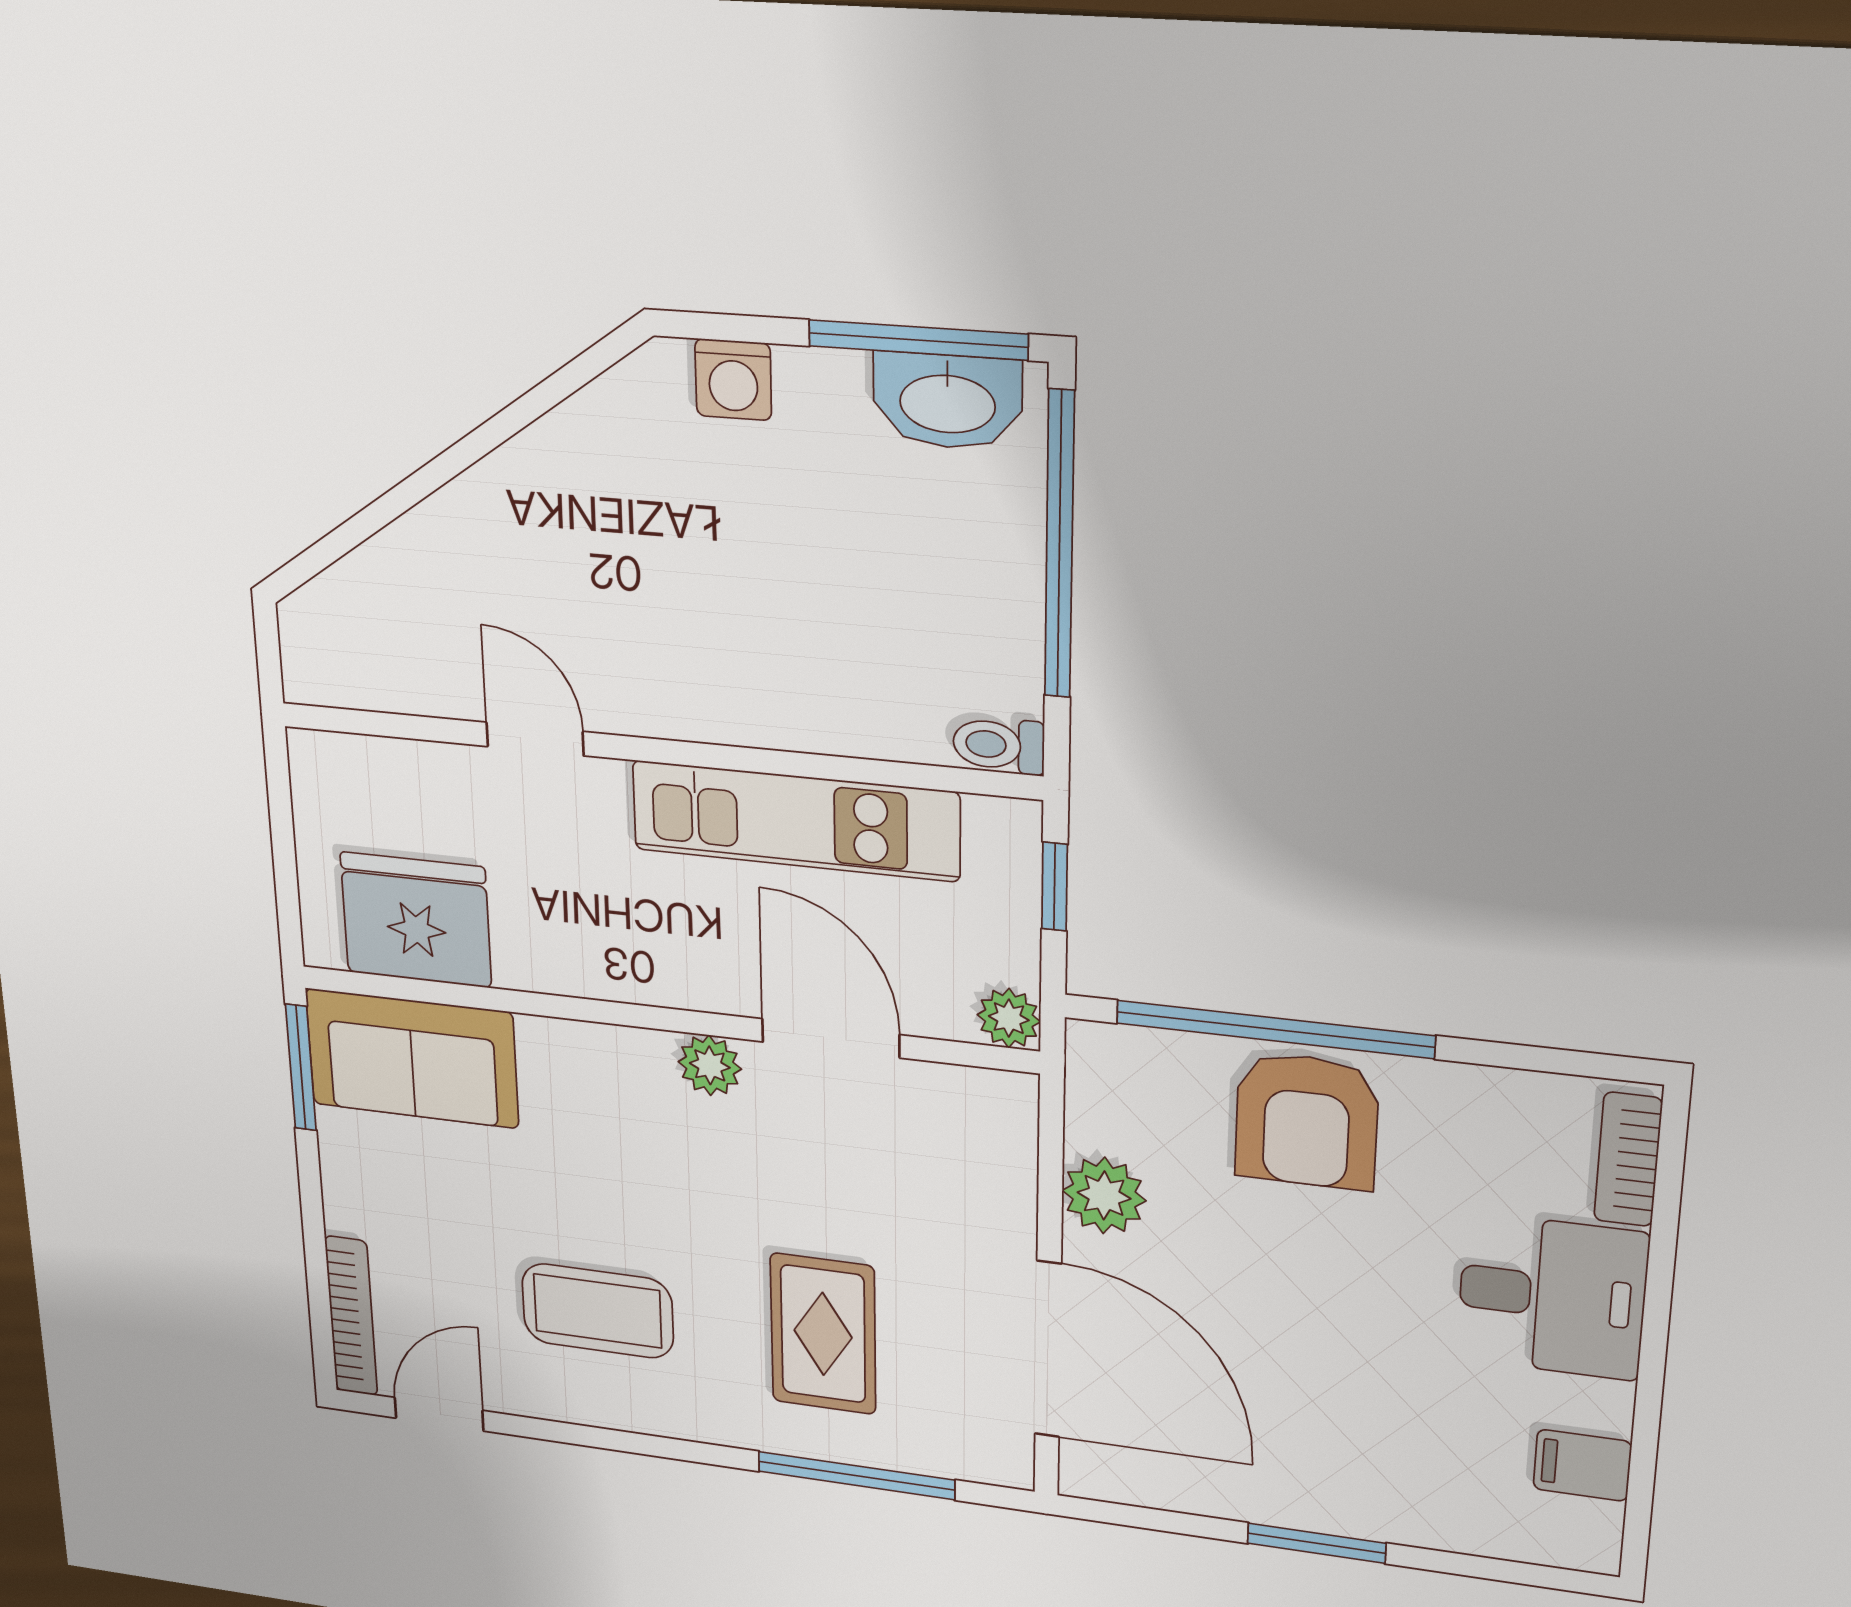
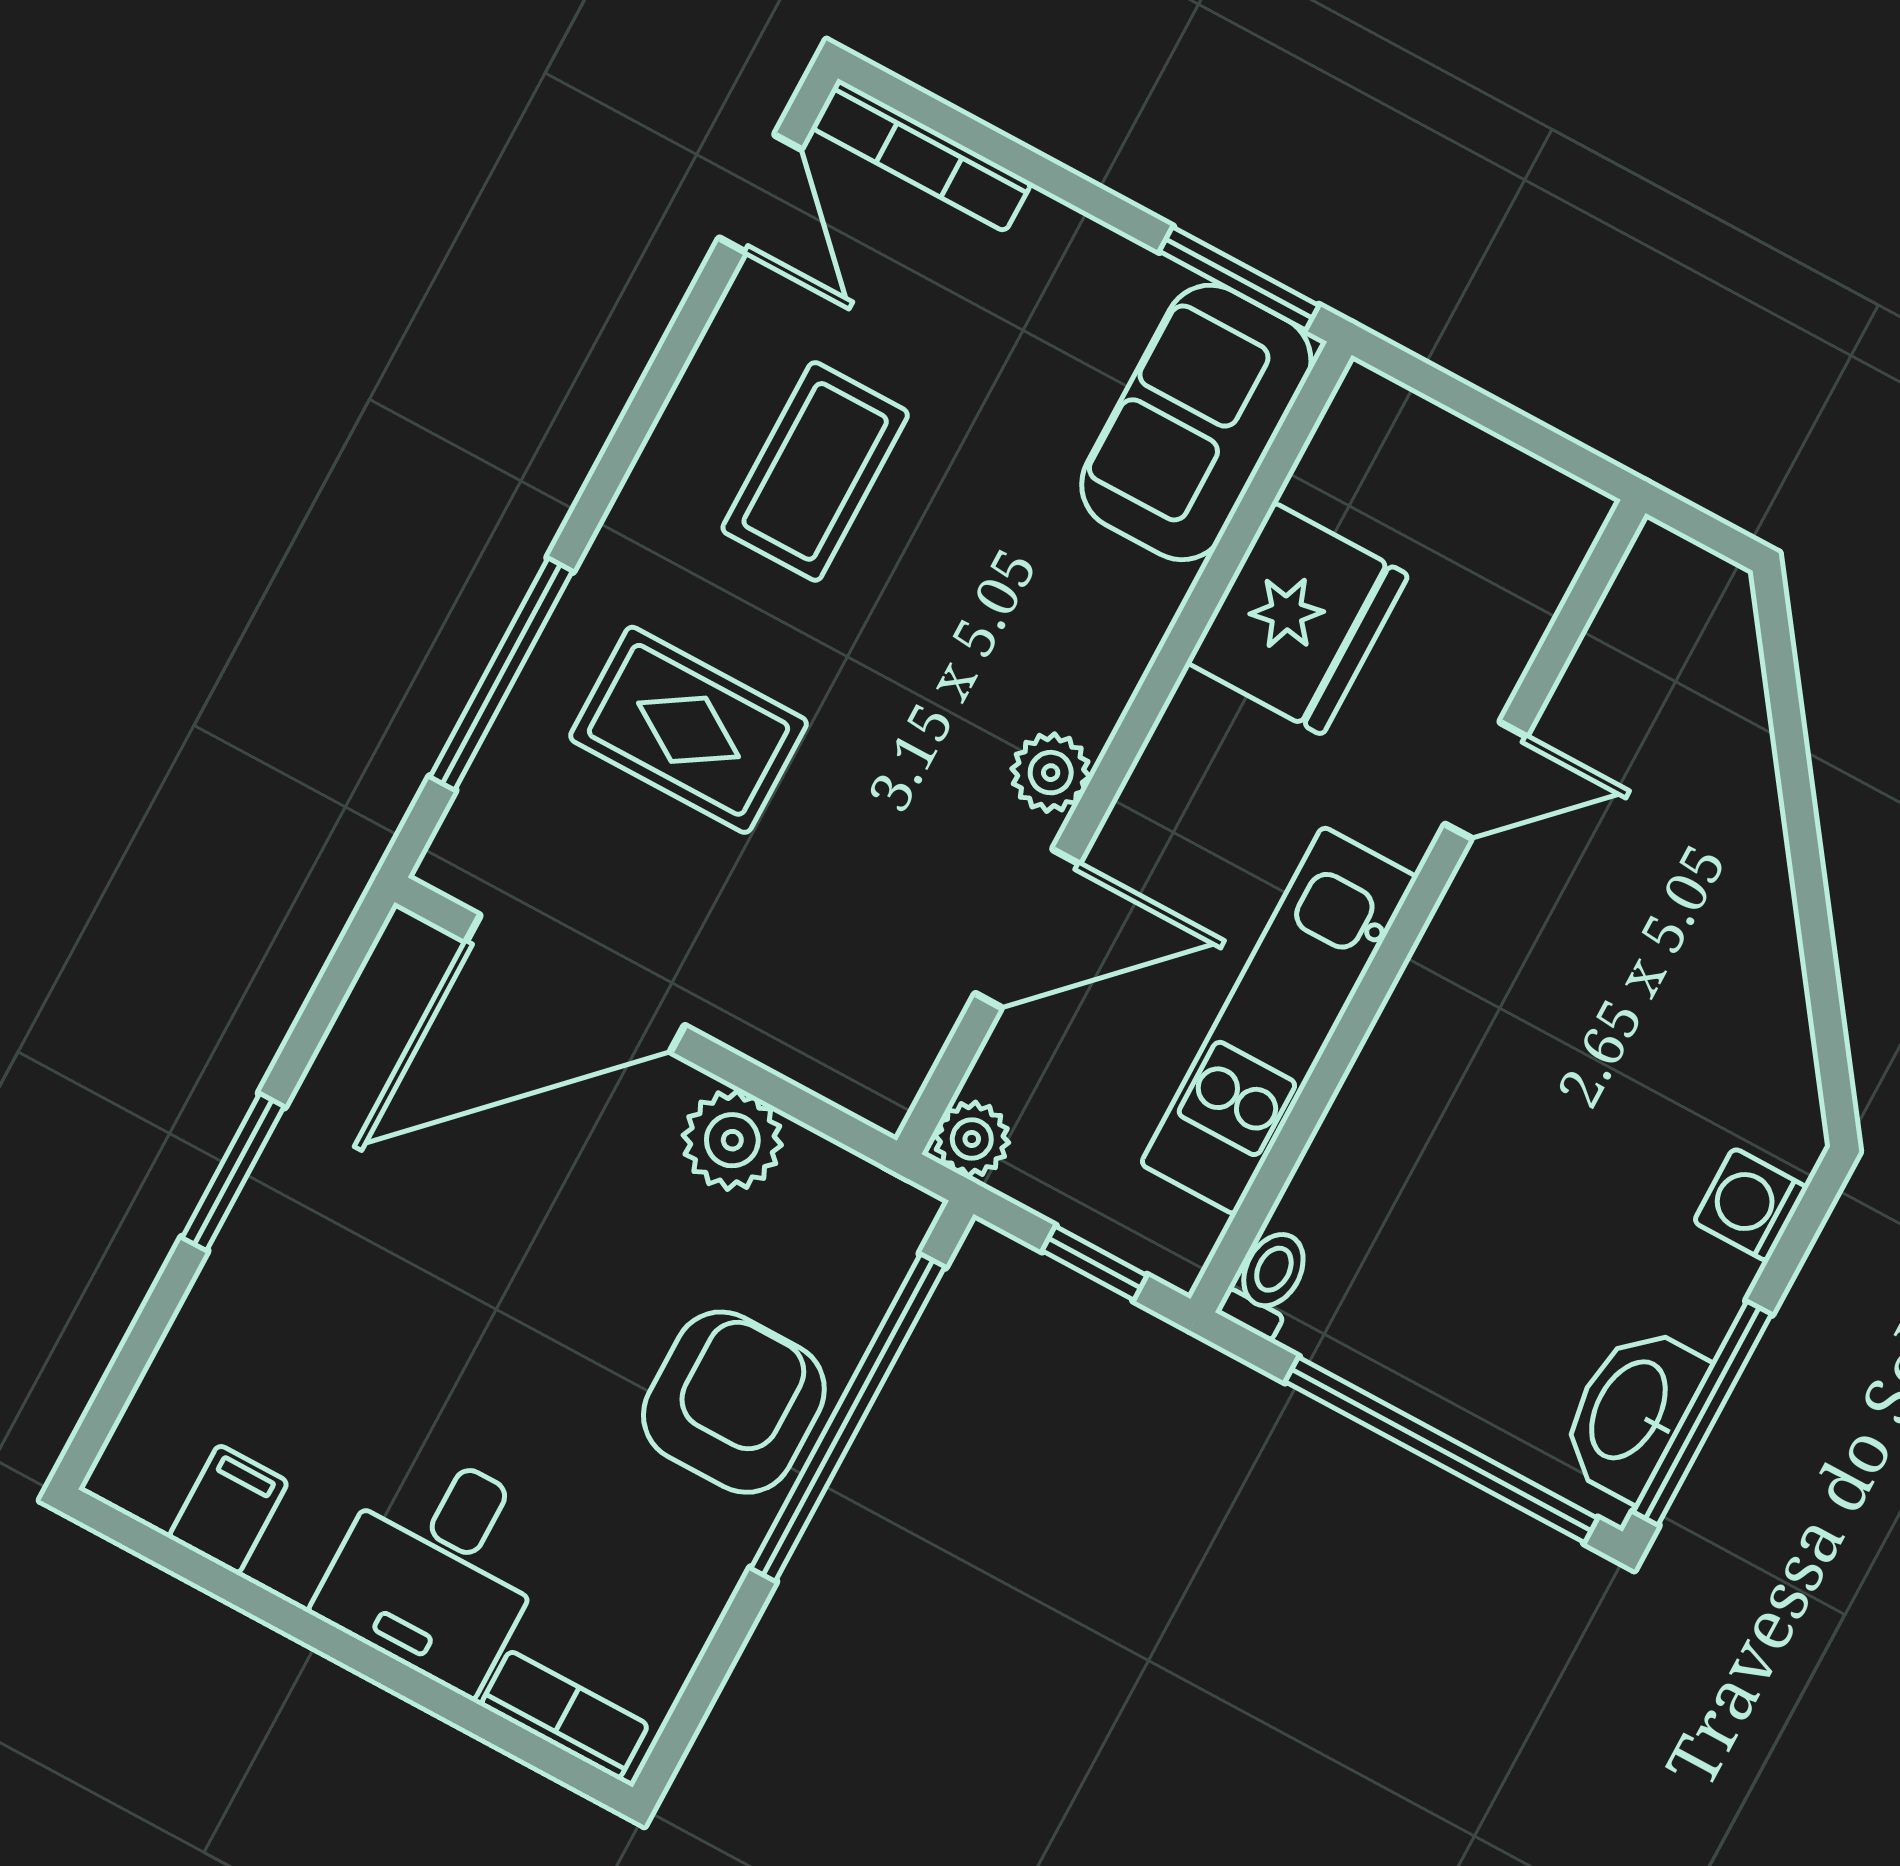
fridge: (416, 920) -> (1298, 619), moved
armchair: (1307, 1121) -> (734, 1402), turned 90

